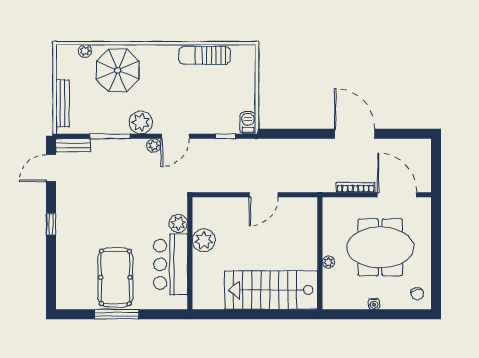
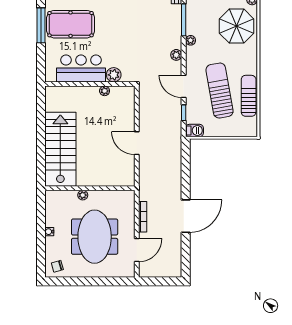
sun lounger: (198, 92) -> (220, 91), added
plant: (141, 122) -> (191, 40), width x0.53, depth x0.53
door: (175, 136) -> (184, 86), moved
door: (397, 195) -> (137, 250), width x0.73
plant: (204, 240) -> (105, 91), width x0.53, depth x0.53

